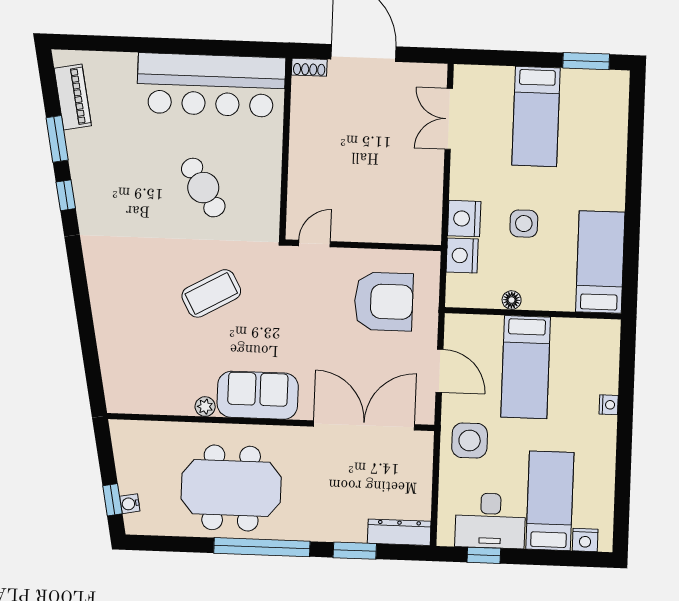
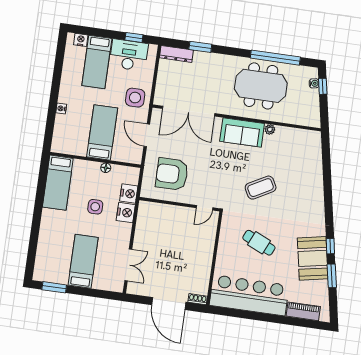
piano: (73, 97) -> (303, 311), moved, turned 101
booth: (97, 168) -> (313, 258), added
cafe table: (203, 188) -> (259, 243), turned -34
window: (262, 547) -> (275, 58), moved

